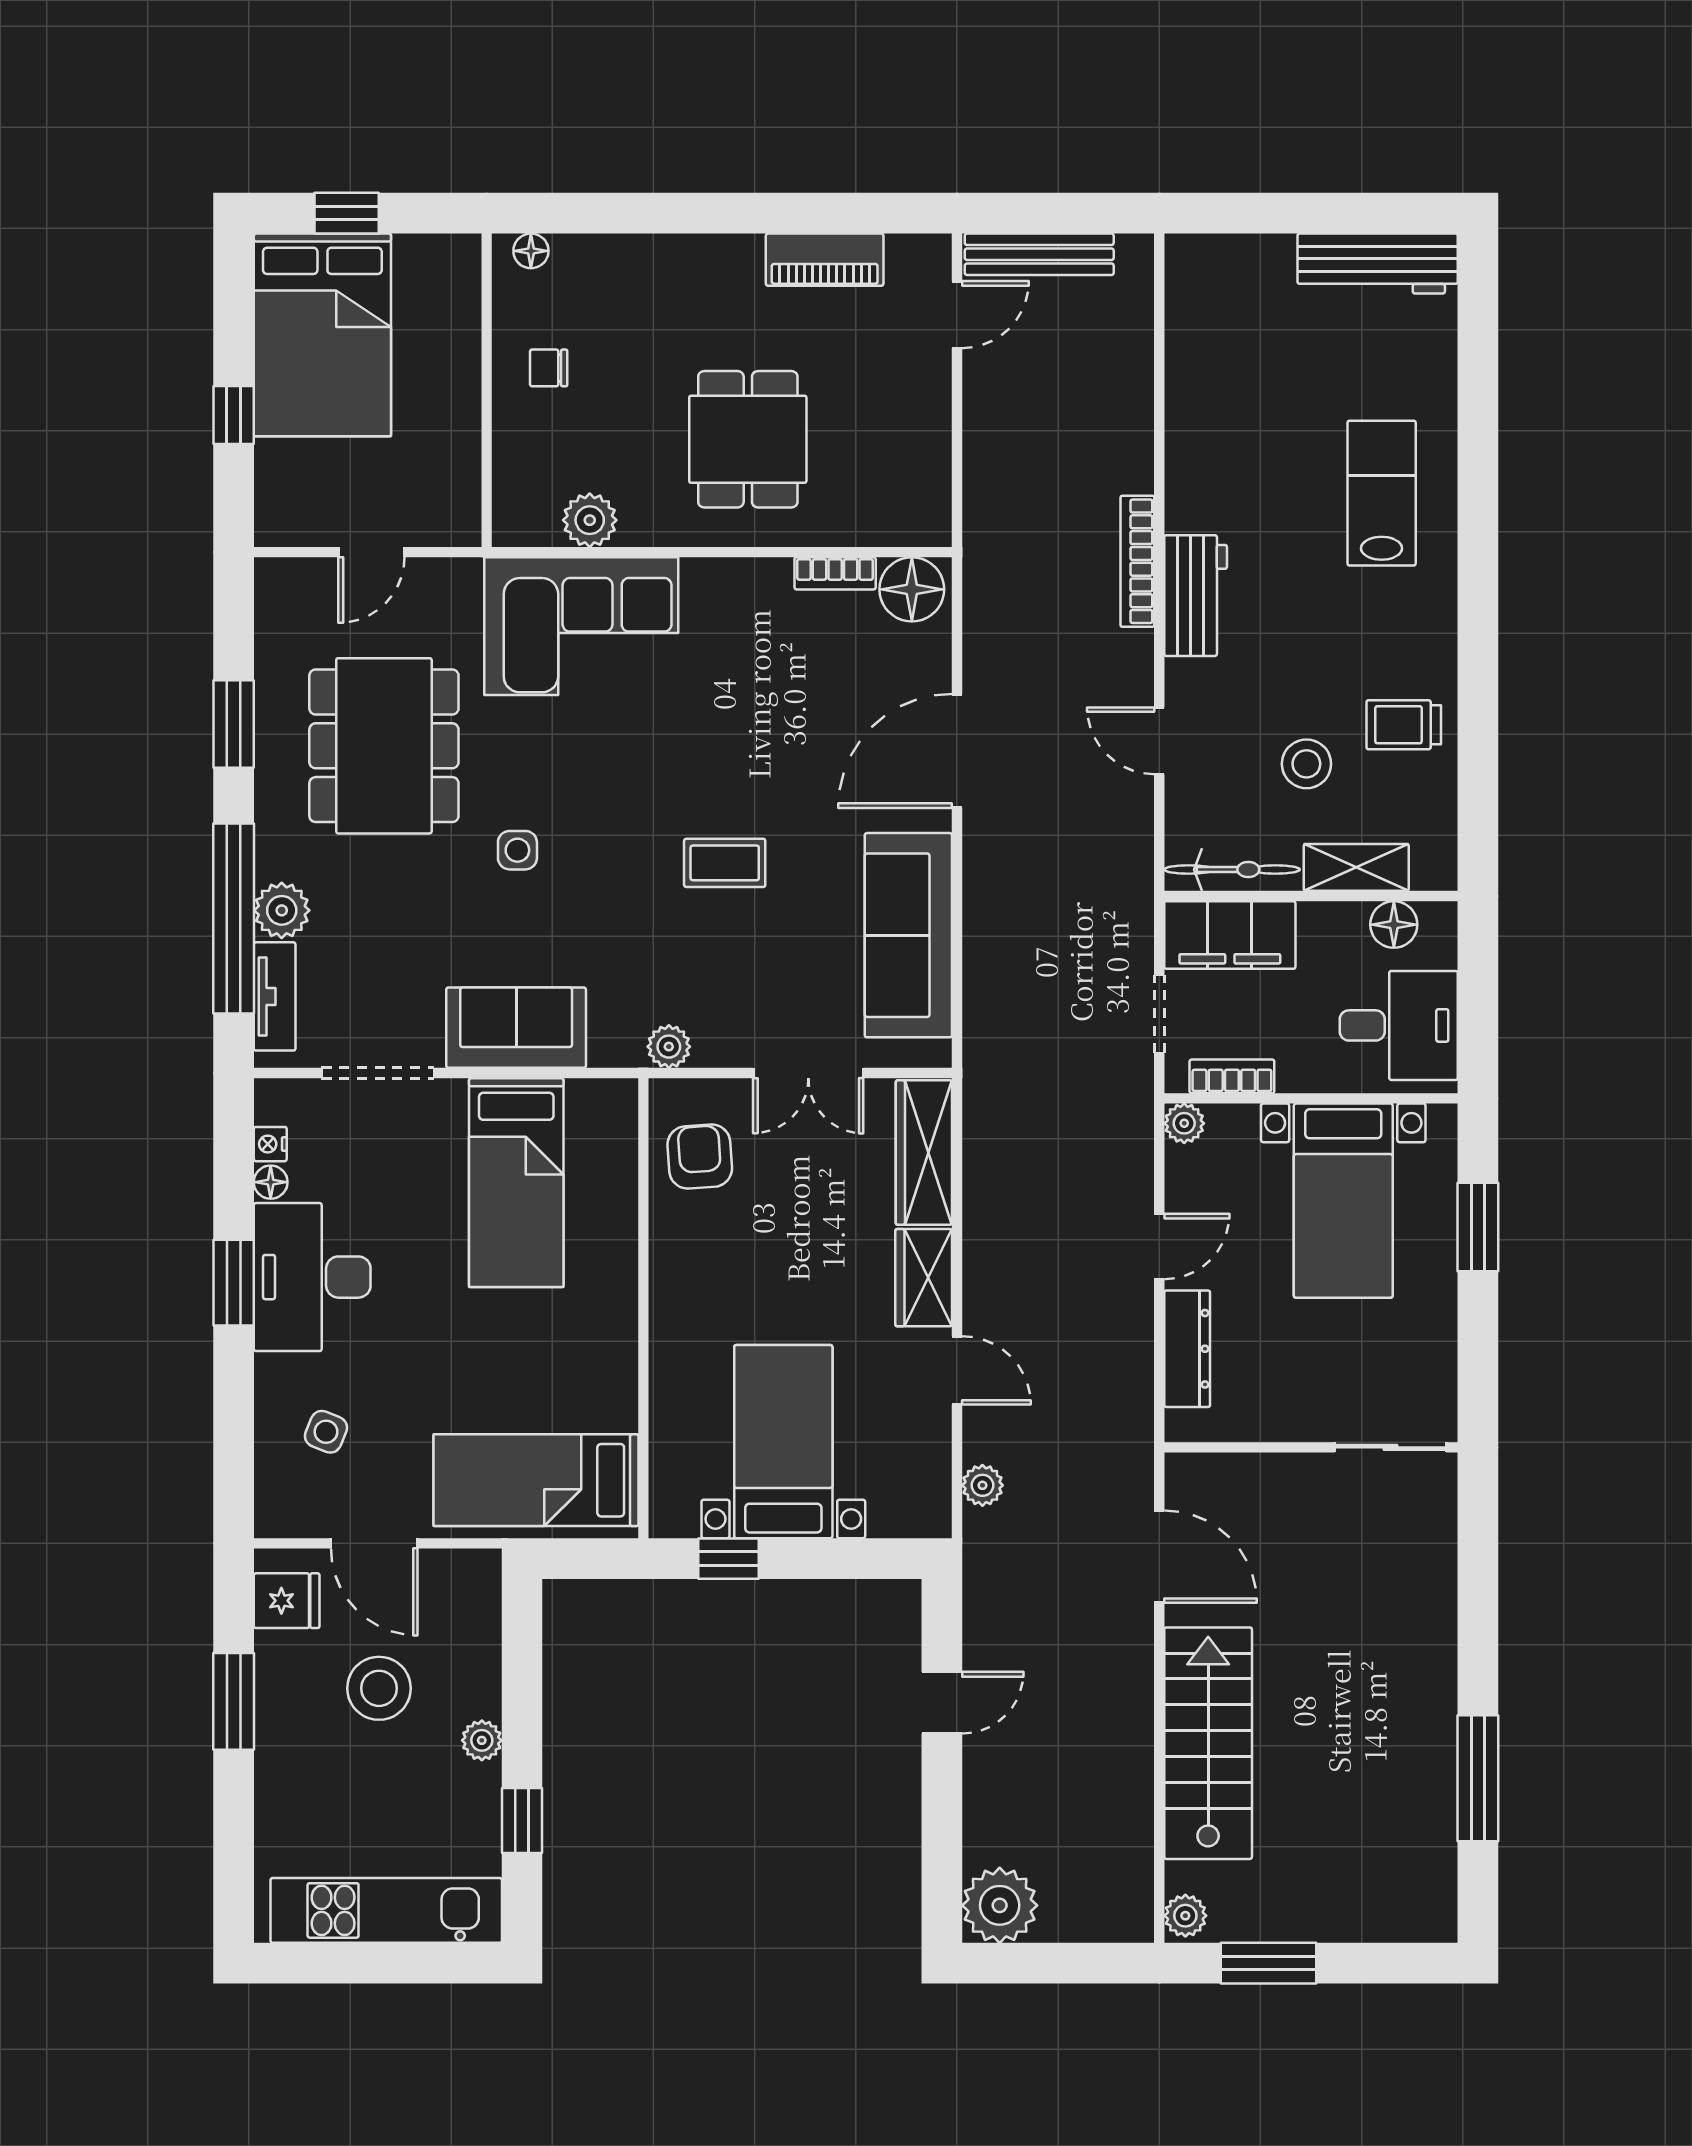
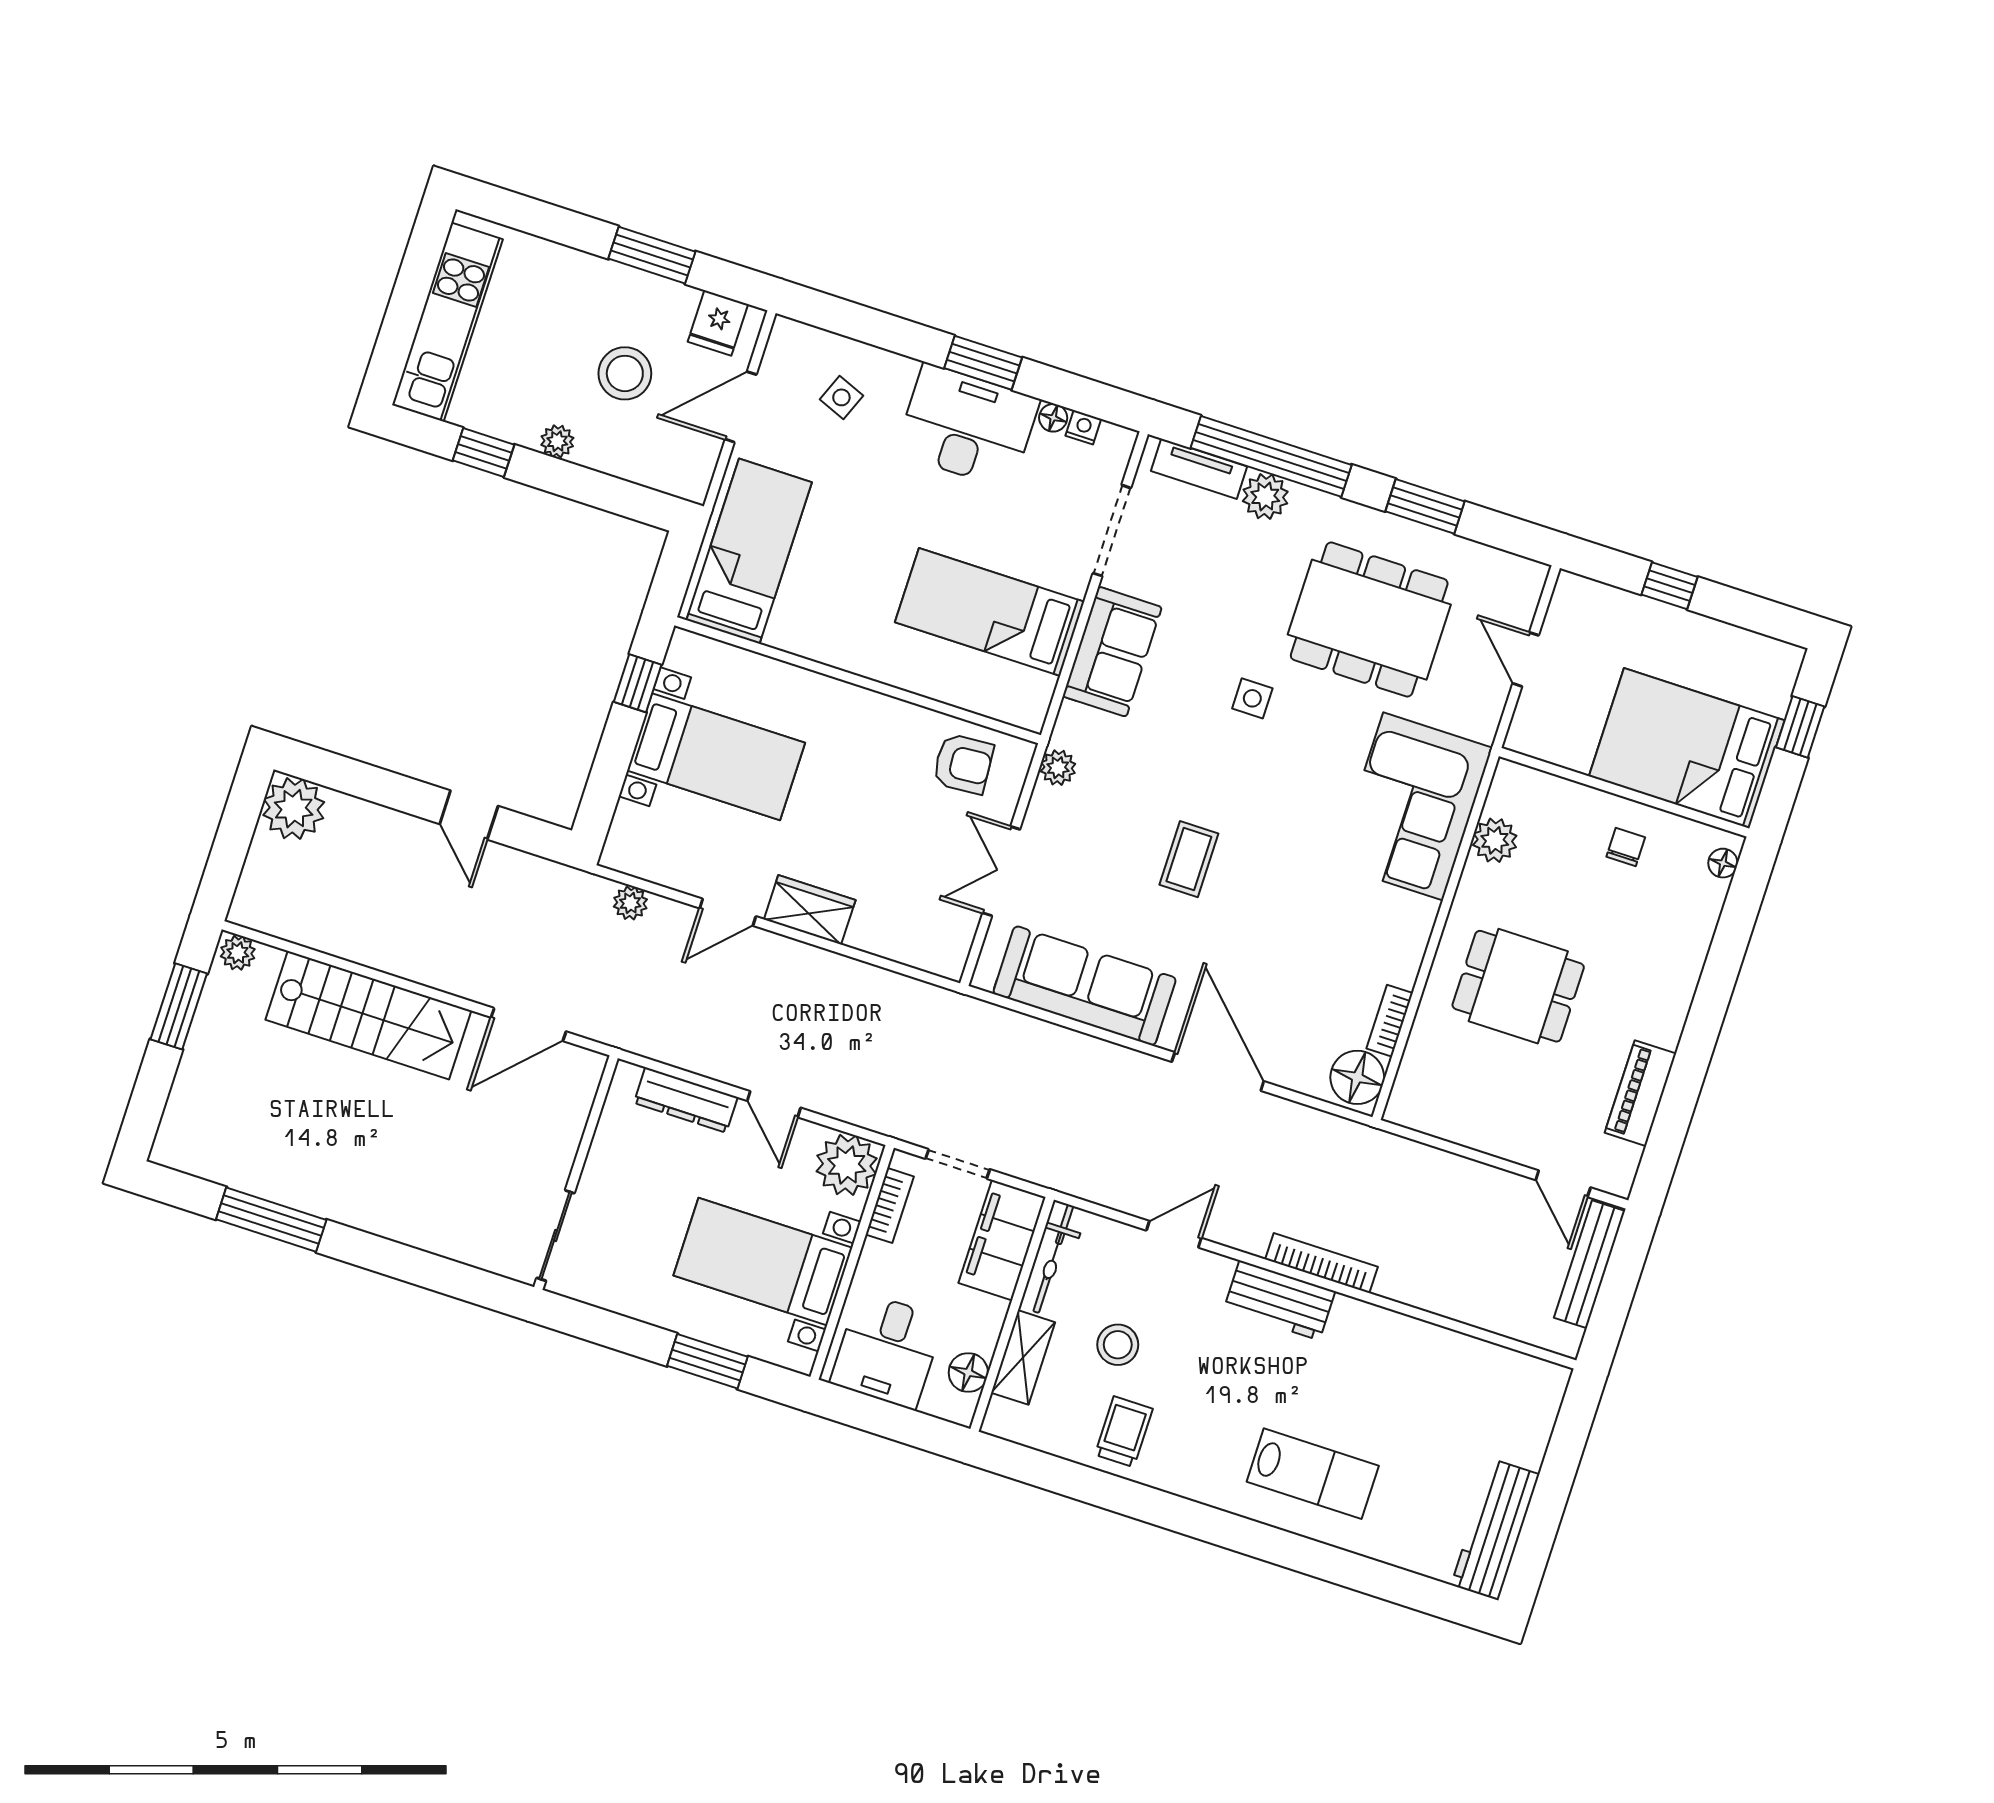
bed: (322, 335) -> (1687, 748), moved
plant: (1184, 1123) -> (847, 1165), width x1.88, depth x1.88
wardrobe: (924, 1153) -> (909, 942), removed

